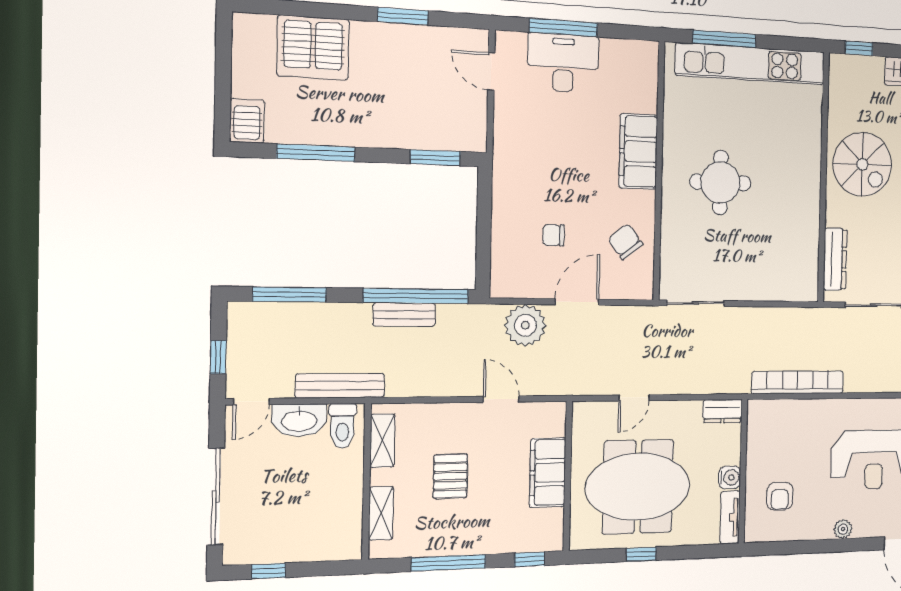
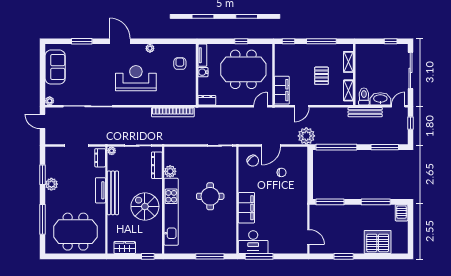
window: (563, 27) -> (259, 256), moved
desk: (563, 63) -> (253, 242), moved
kitchen unit: (751, 64) -> (171, 212), moved, turned 90
window: (435, 158) -> (330, 202), width x1.44
chair: (625, 242) -> (253, 161), moved
plant: (807, 244) -> (170, 171), added
bench: (404, 315) -> (341, 140), removed
plant: (525, 325) -> (306, 136), moved
door: (634, 398) -> (261, 106), moved
door: (501, 399) -> (302, 106), hinge flipped
filing cabinet: (548, 473) -> (282, 90), moved

